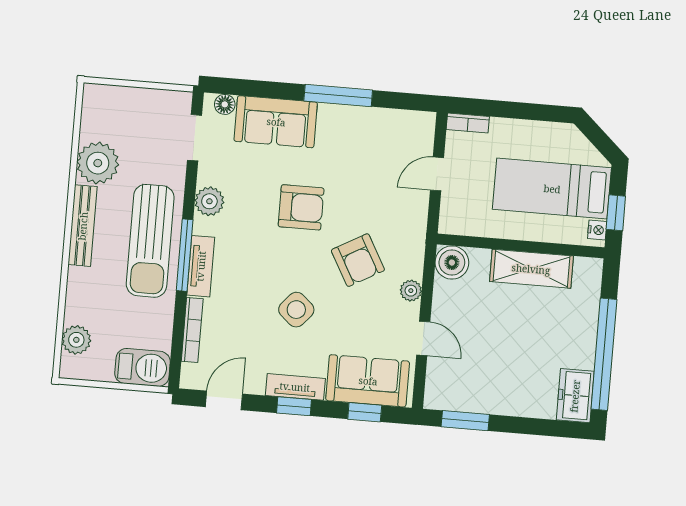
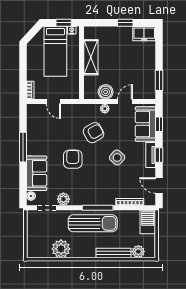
plant: (209, 201) -> (63, 199), moved
bench: (83, 226) -> (113, 253), moved
boiler: (452, 263) -> (106, 92), moved
tv unit: (201, 266) -> (102, 200), removed
window: (604, 354) -> (125, 23), width x0.32

